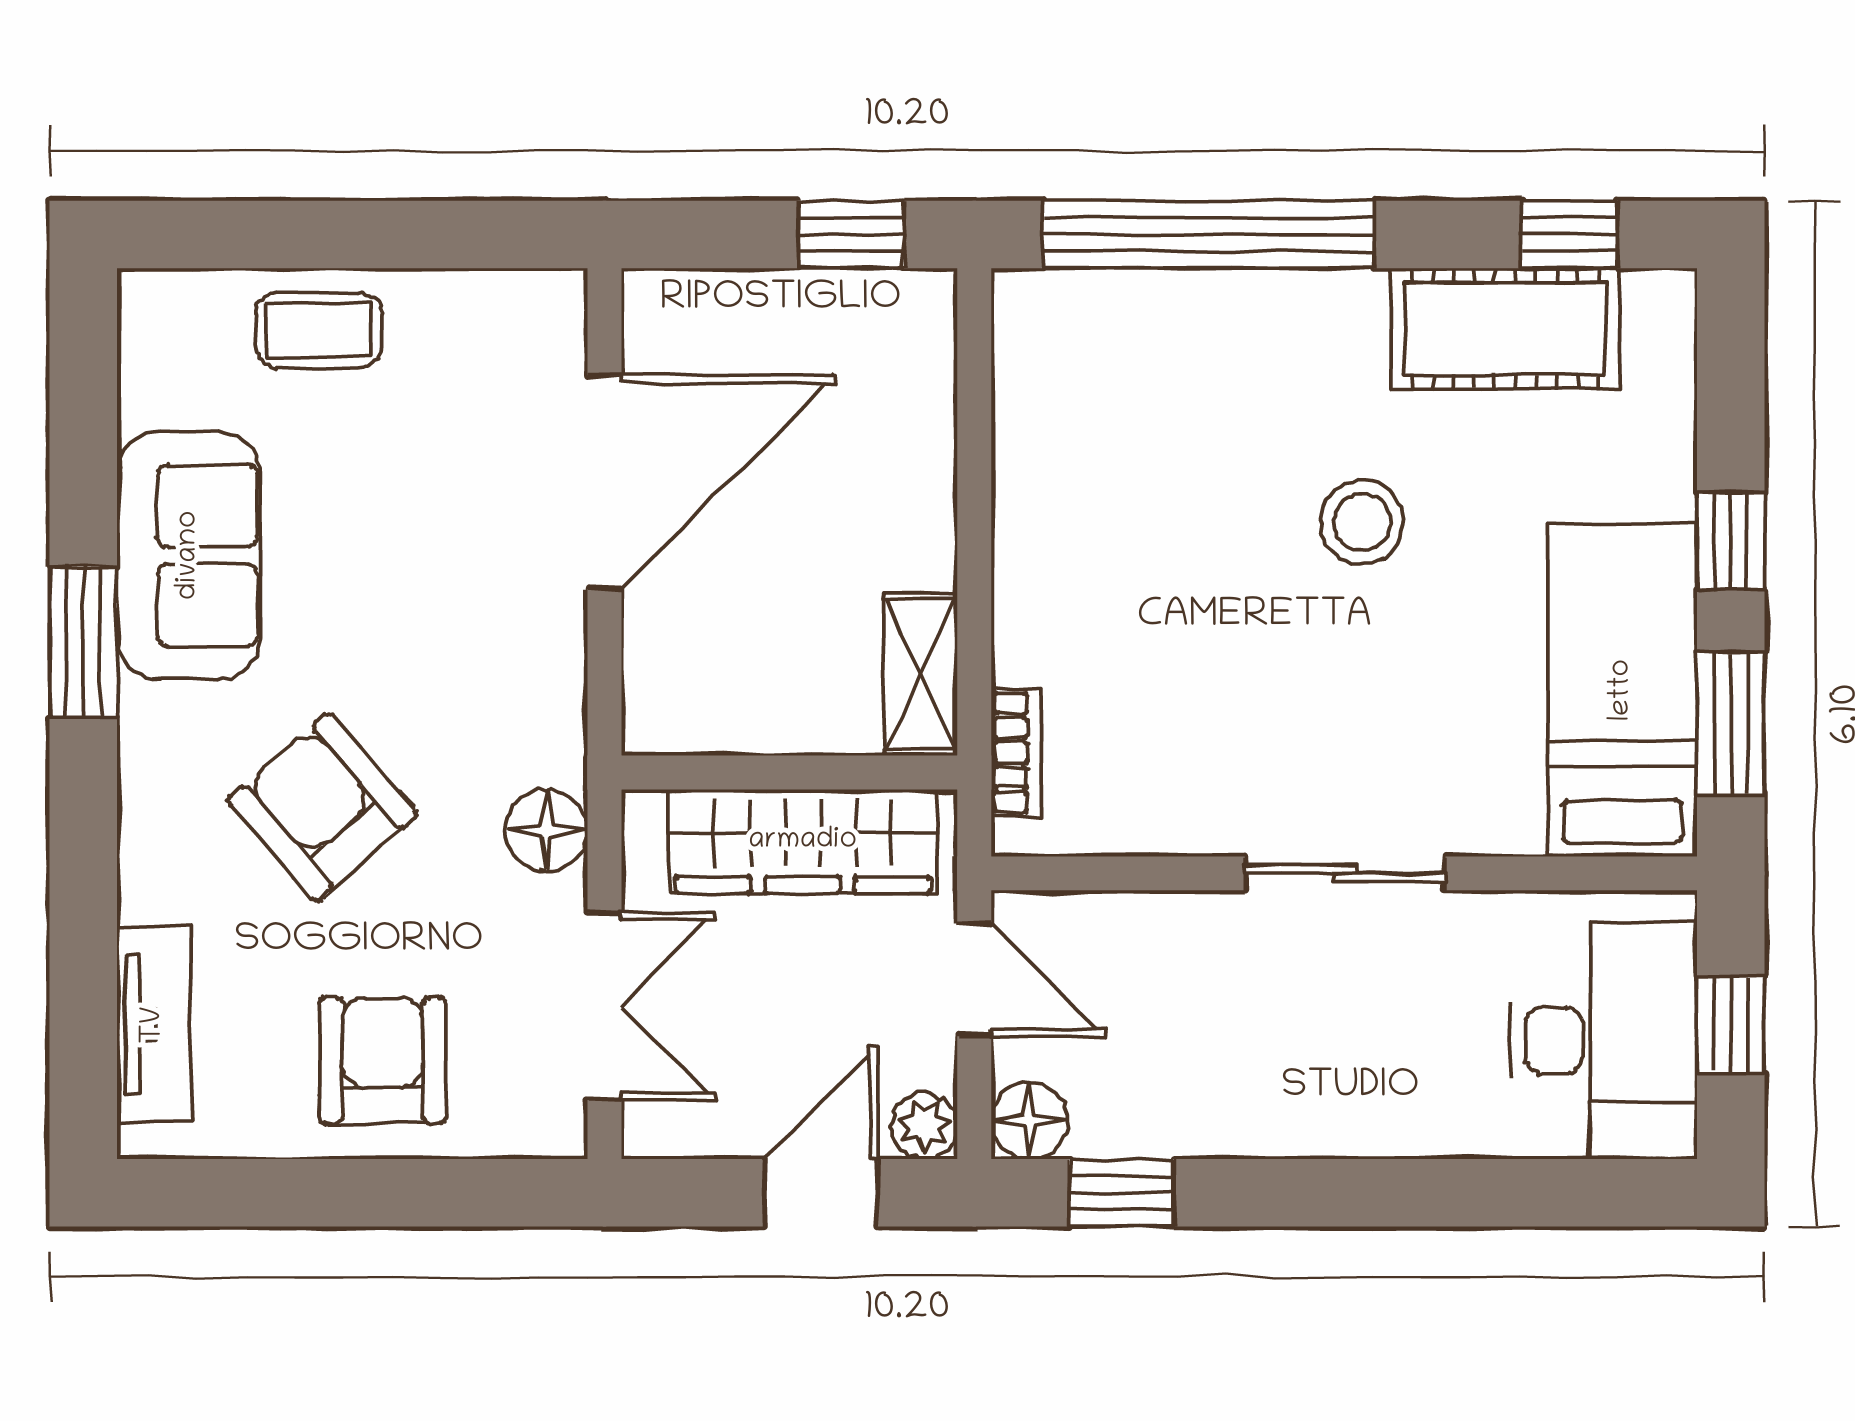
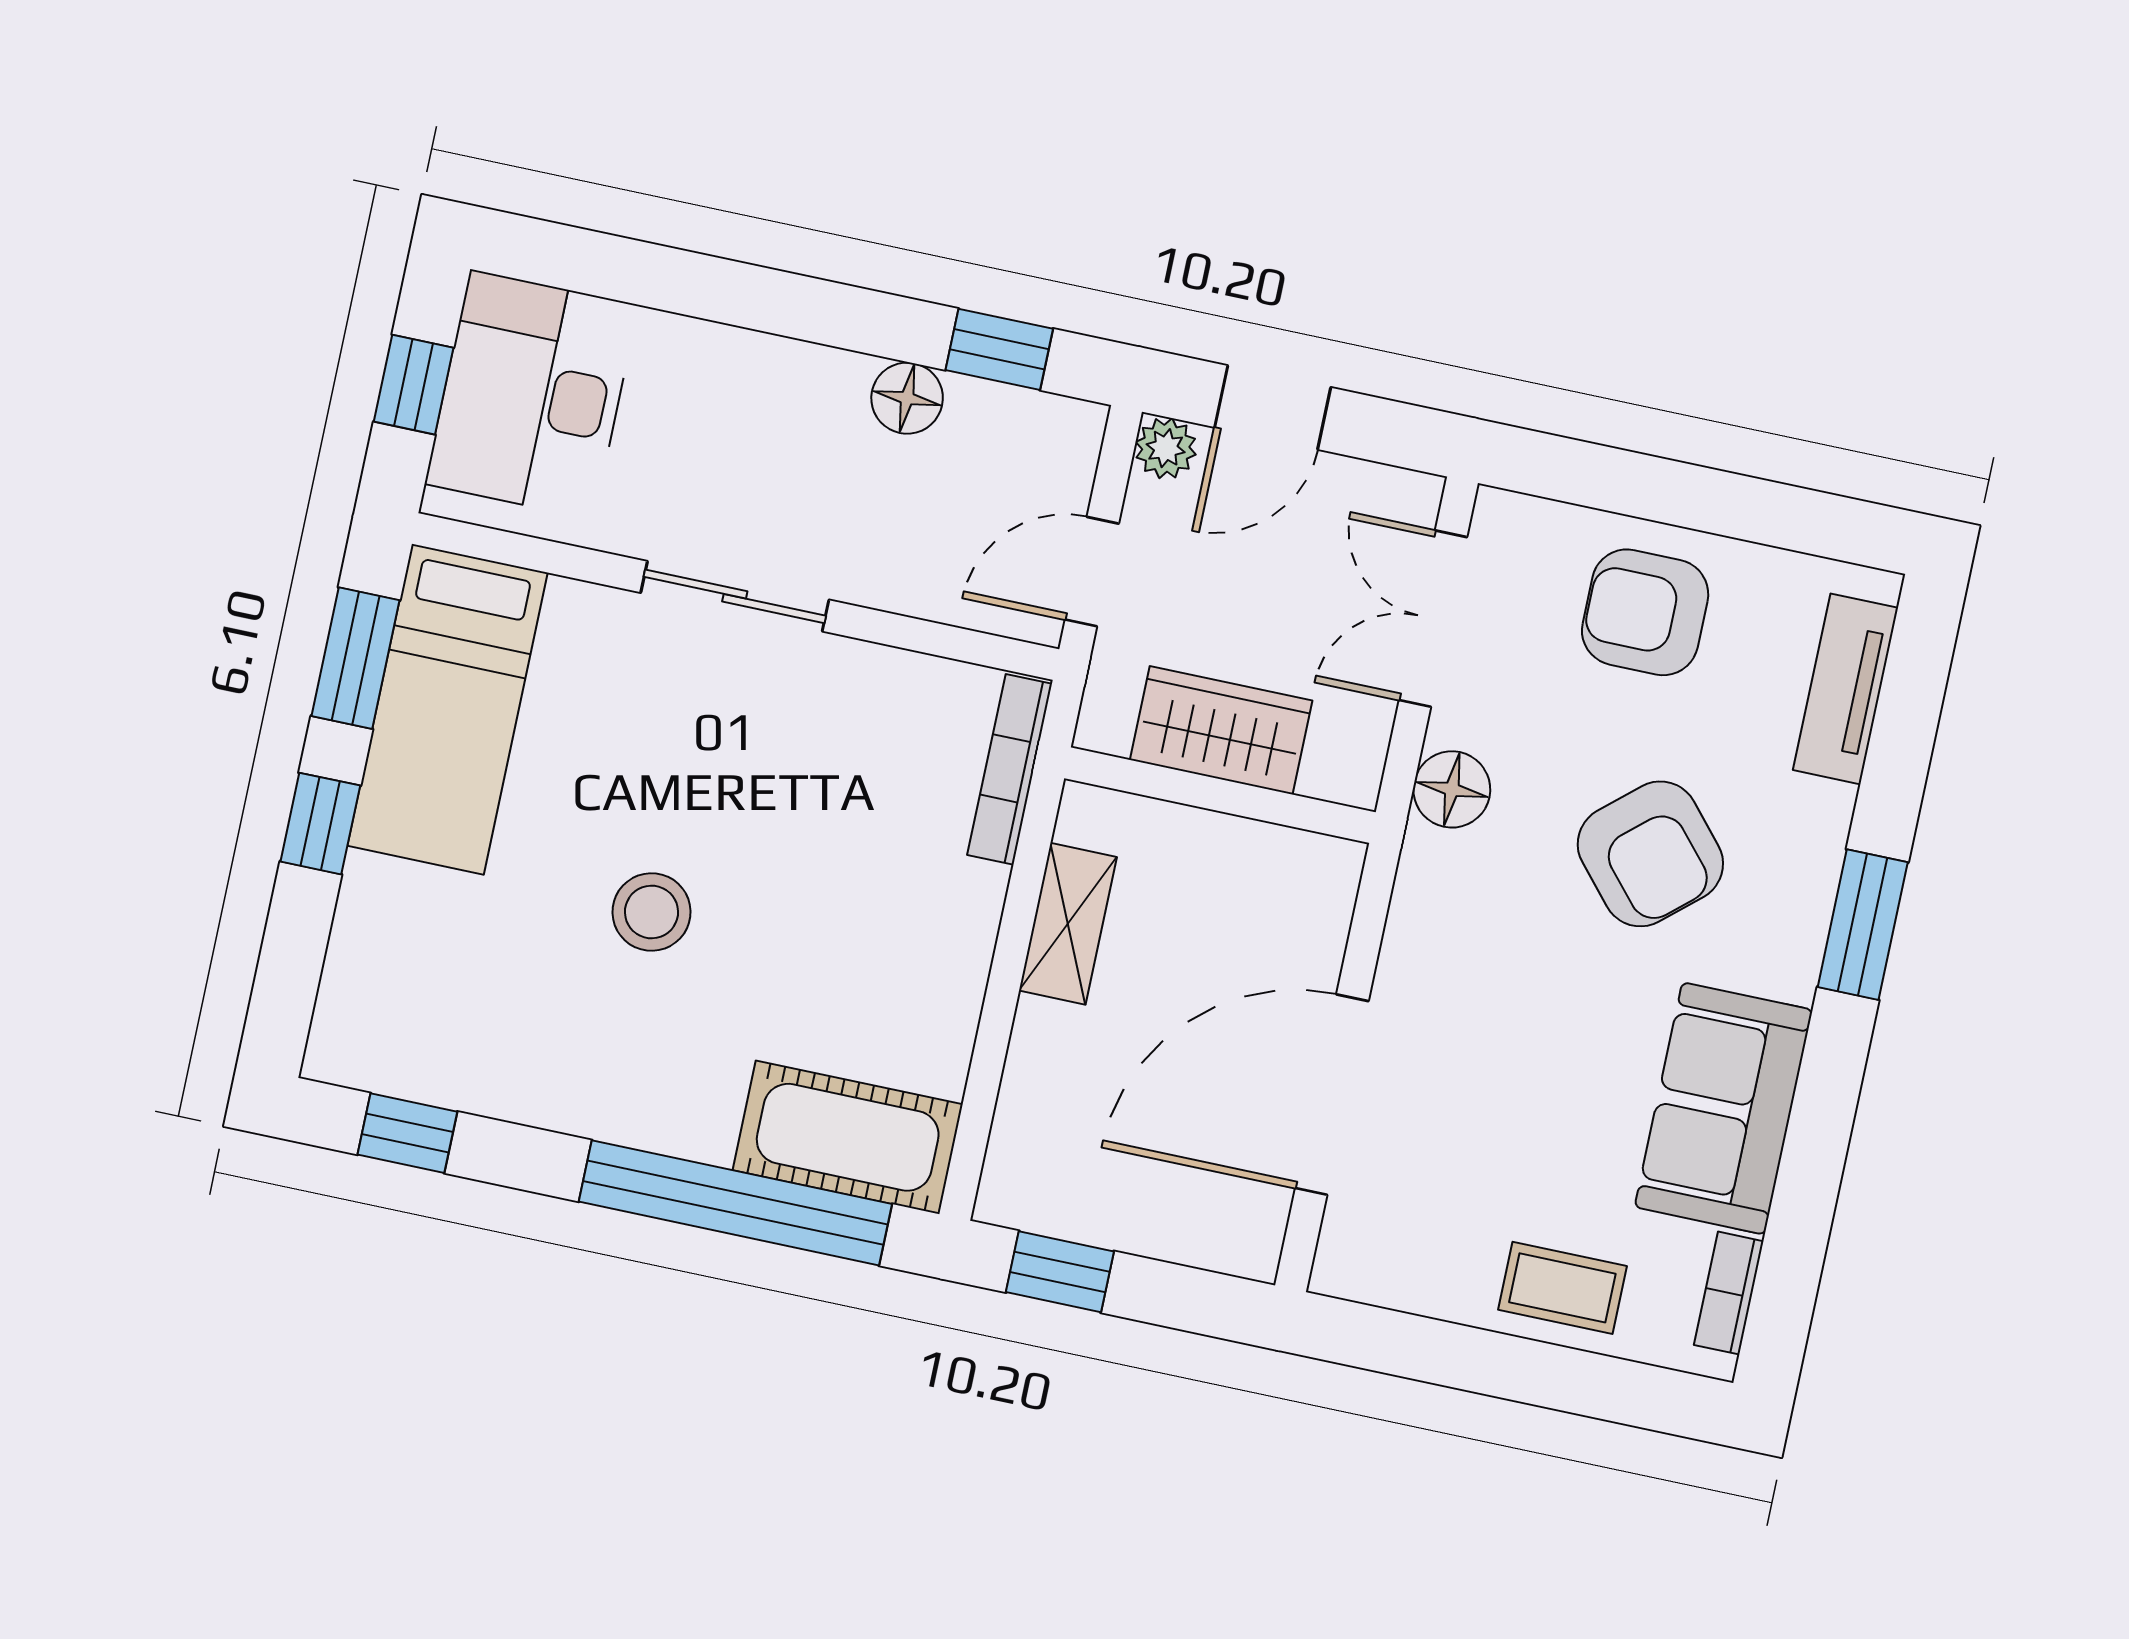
cot: (1505, 329) -> (848, 1137), moved
bookcase: (142, 362) -> (1729, 1293), added
window: (83, 642) -> (1863, 925), moved
shelving: (921, 674) -> (1068, 924), moved
bookcase: (1017, 753) -> (1010, 769), width x1.56
wardrobe: (803, 841) -> (1221, 730), width x0.67
door: (974, 979) -> (1092, 572), hinge flipped
armchair: (383, 1060) -> (1645, 612), turned 90
floor lamp: (1030, 1121) -> (907, 398), moved

